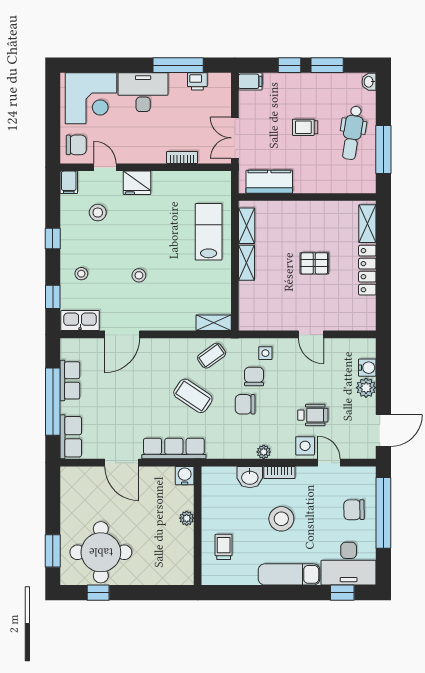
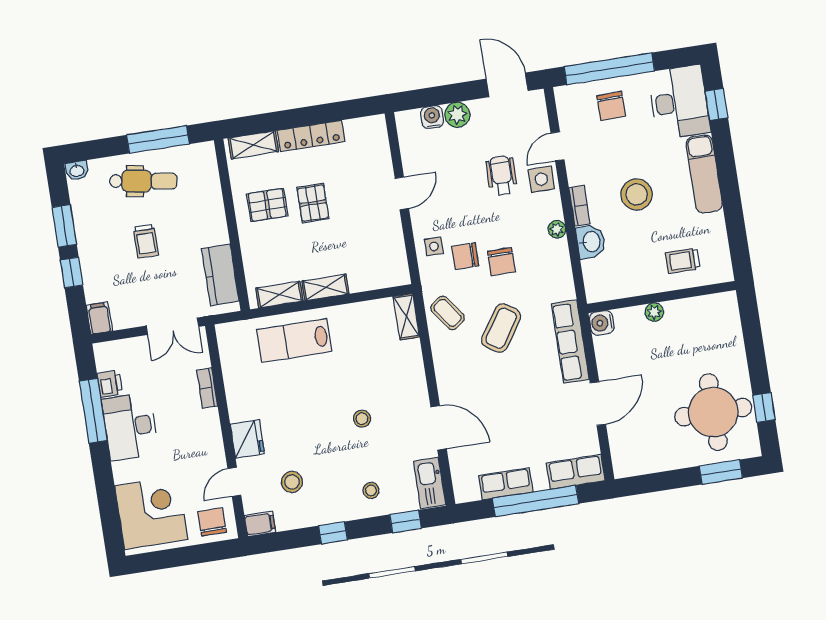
desk: (143, 92) -> (130, 427), moved
pallet: (319, 227) -> (267, 205), added

